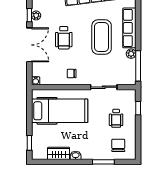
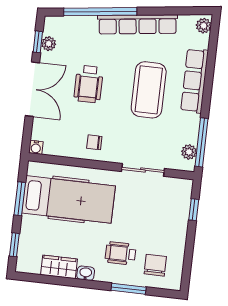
plant: (131, 54) -> (189, 152), moved
window: (29, 114) -> (20, 199), added
wheelchair: (116, 118) -> (121, 253), moved, turned 90

